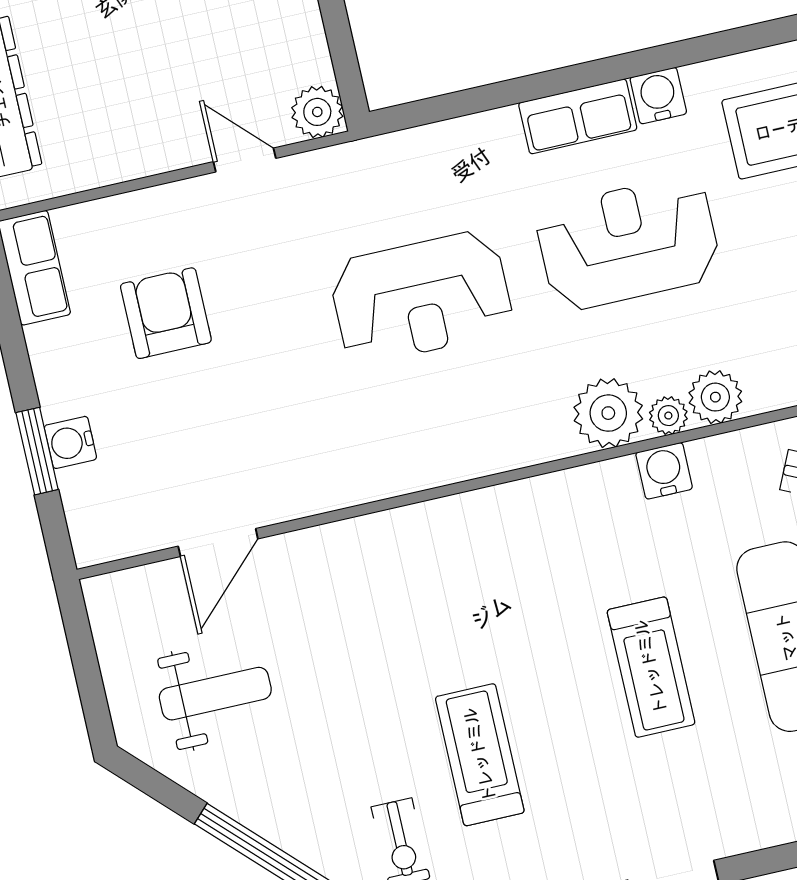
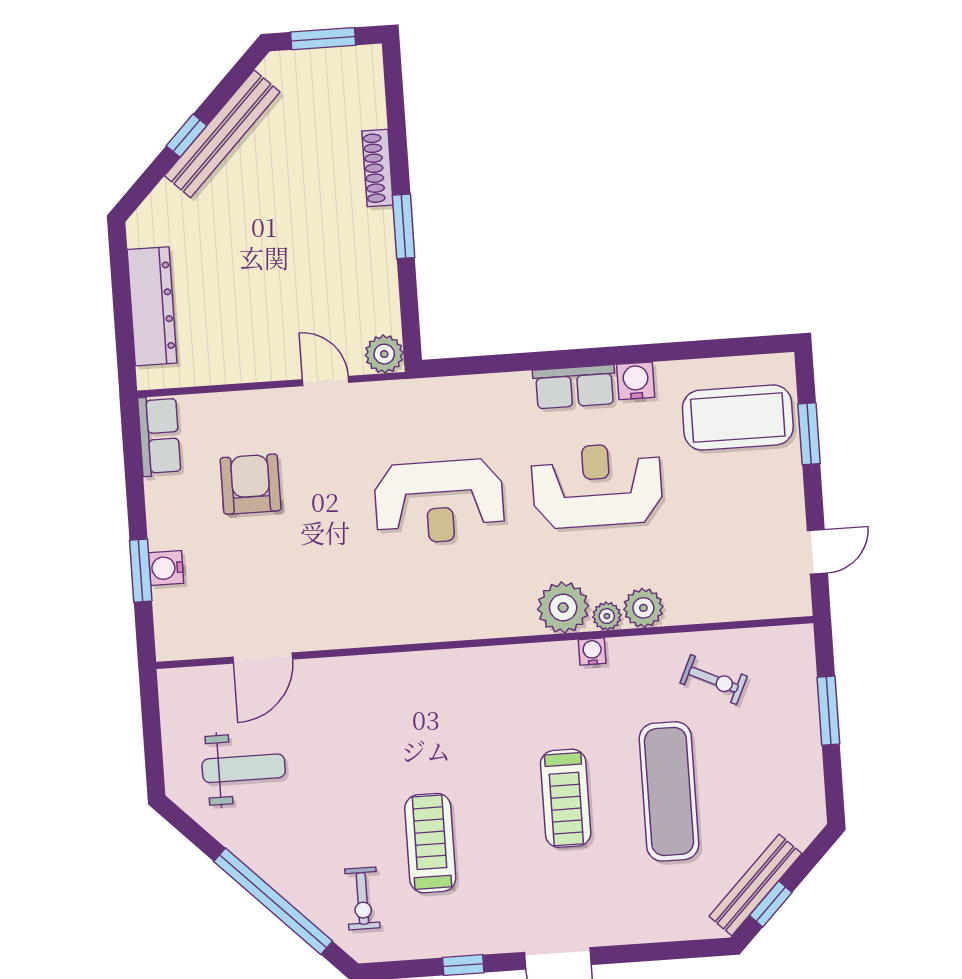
water cooler: (664, 471) -> (592, 652), width x0.72, depth x0.72

